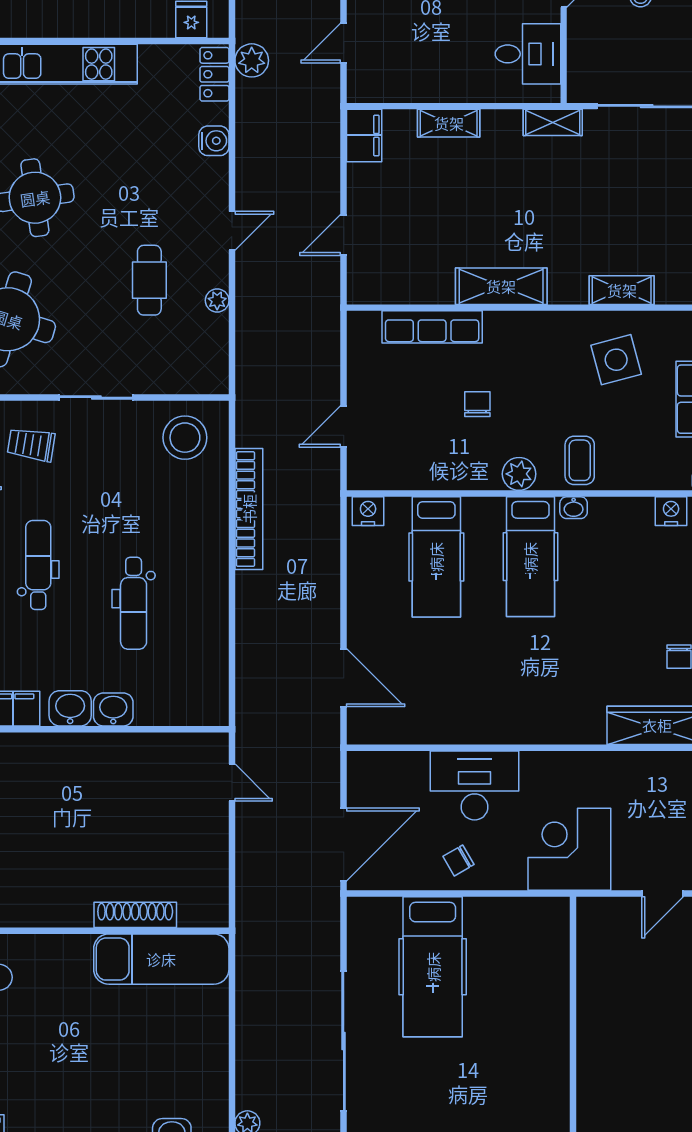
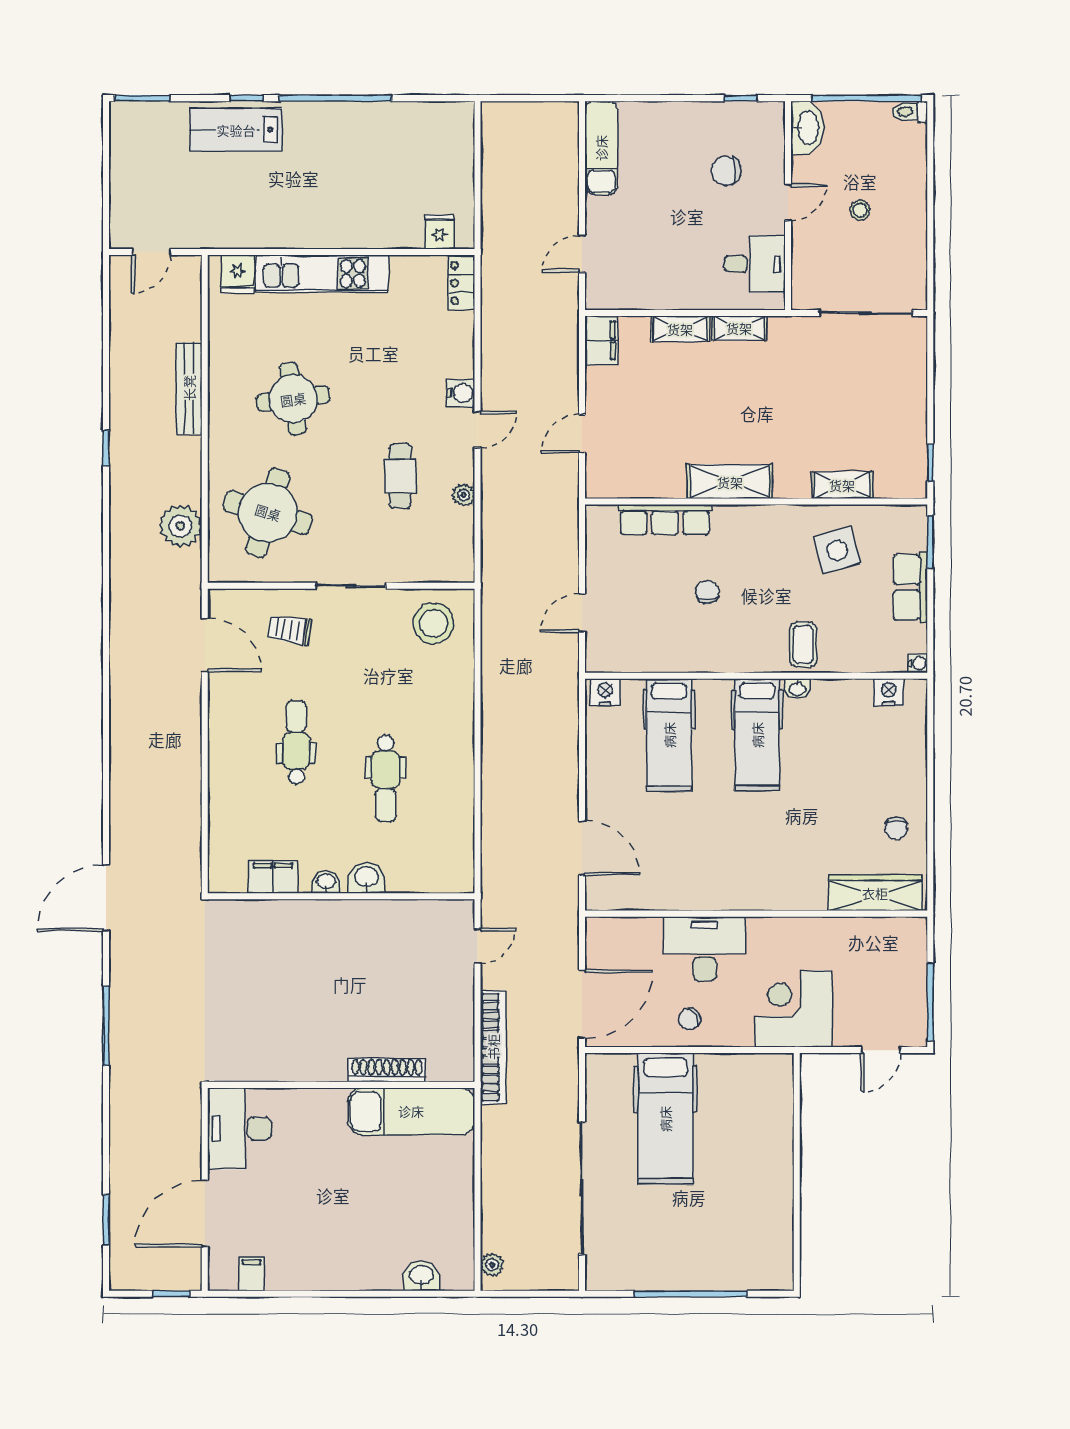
plant: (252, 60) -> (496, 270), removed
shelving: (553, 122) -> (739, 328), moved
water cooler: (214, 141) -> (461, 393), moved
plant: (519, 474) -> (746, 657), removed
bookcase: (249, 509) -> (493, 1047), moved
washbasin: (70, 708) -> (326, 882), width x0.72, depth x0.69
door: (232, 783) -> (478, 946), hinge flipped

